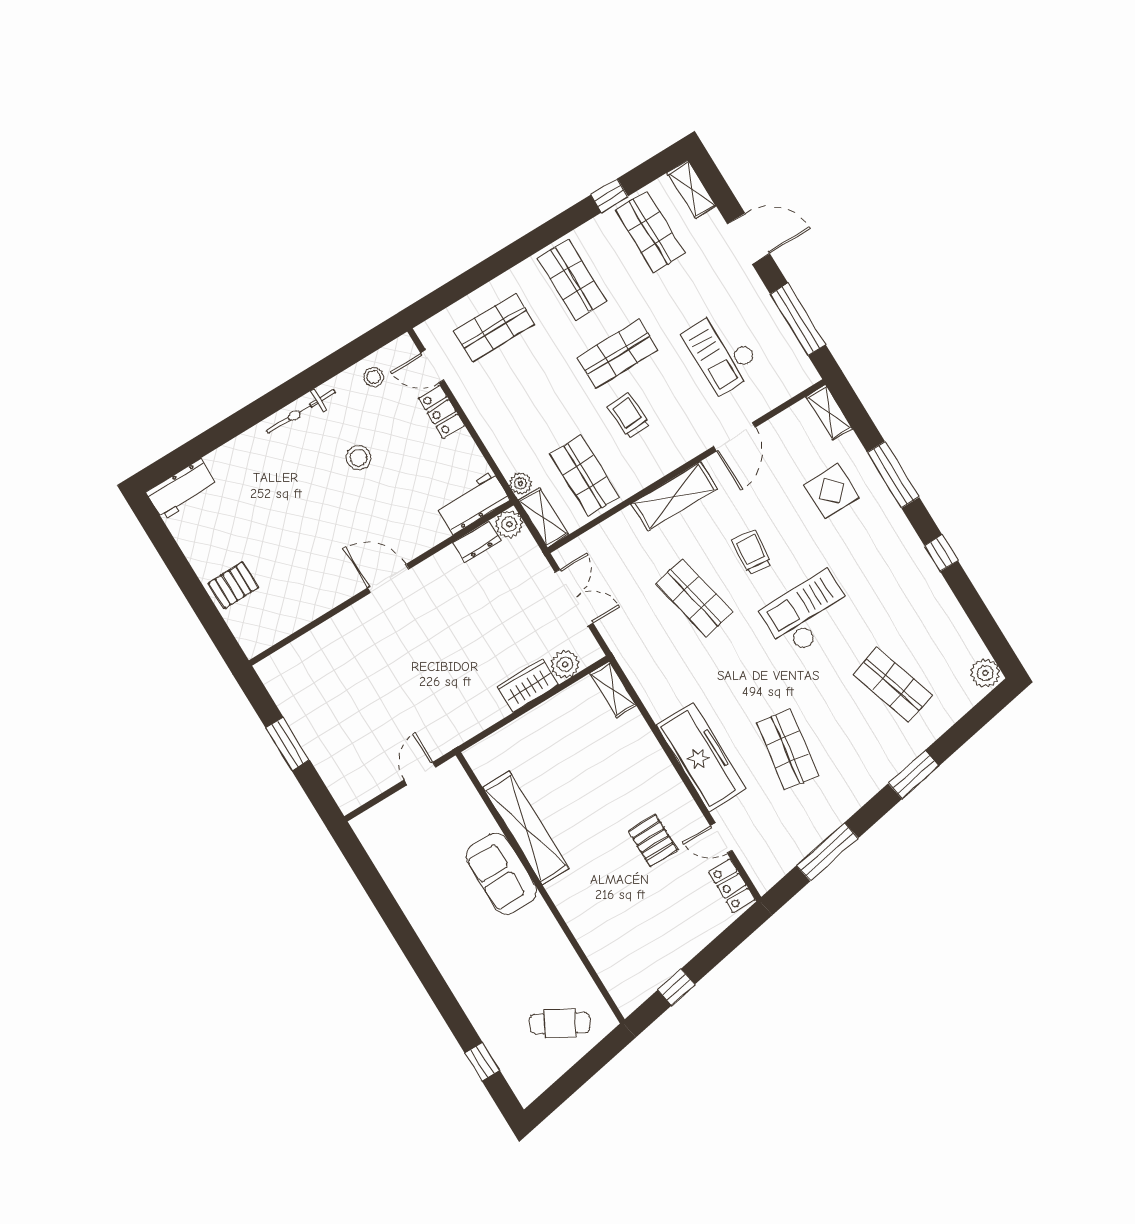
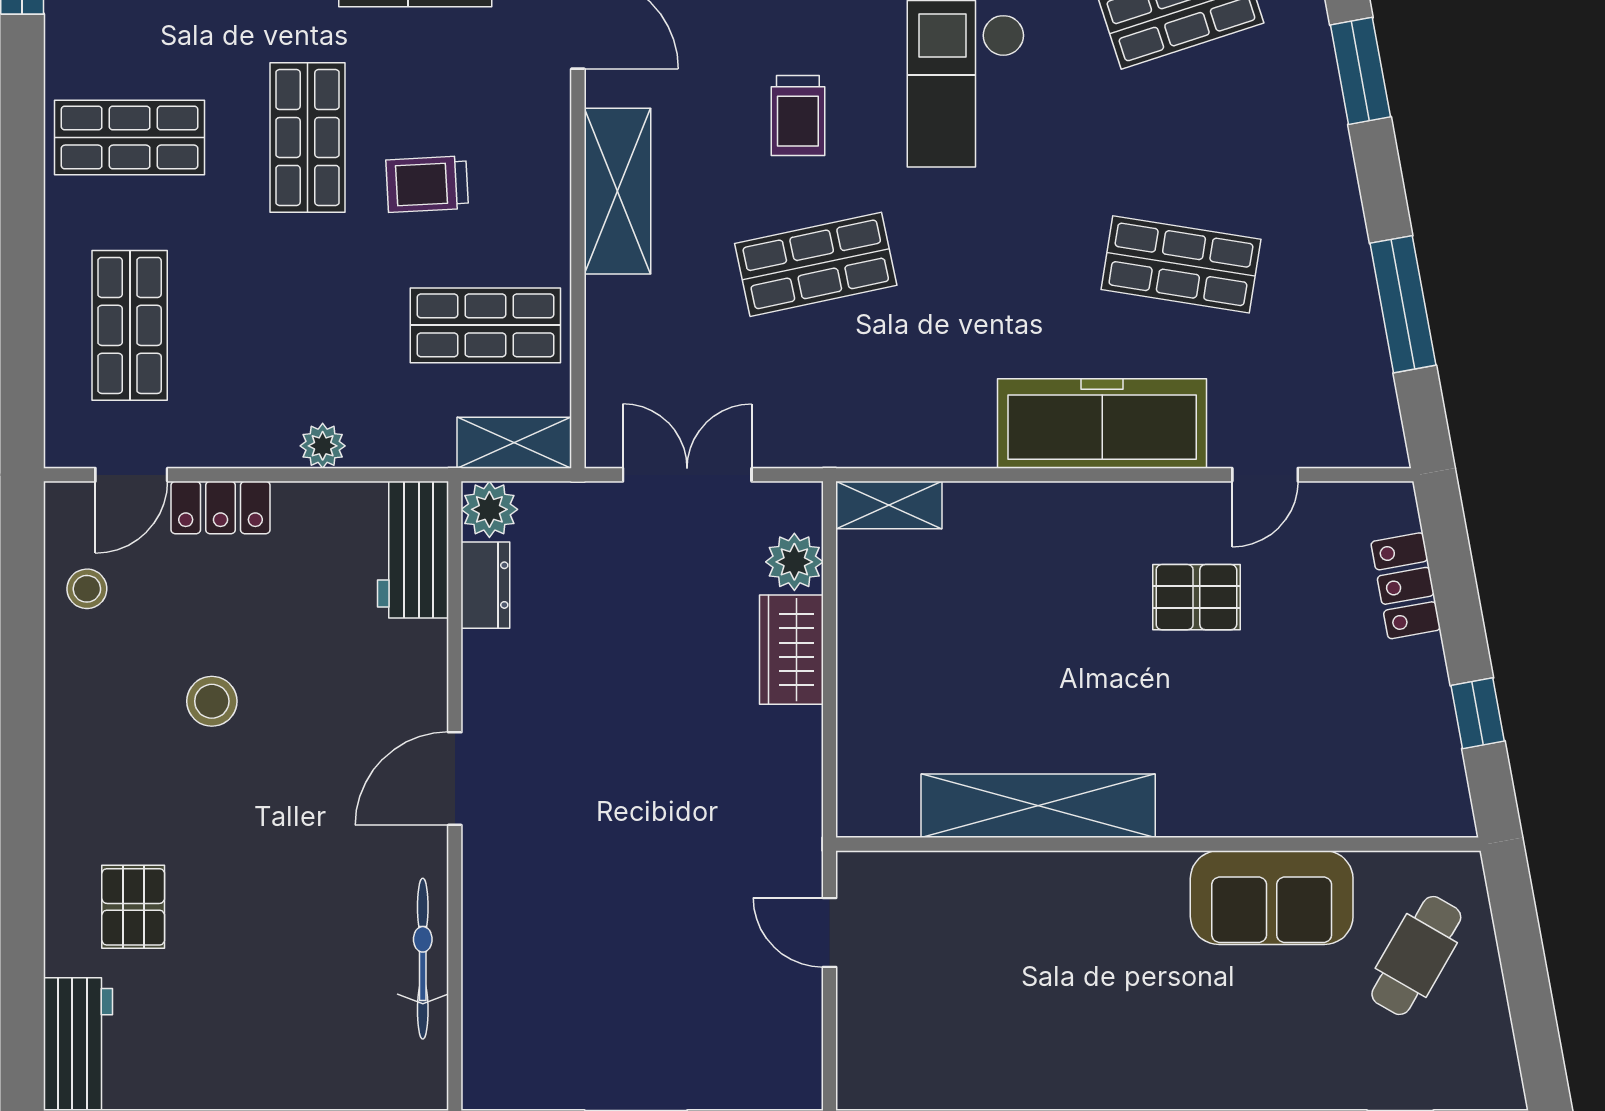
bicycle: (301, 411) -> (423, 959), moved, turned 180
plant: (521, 483) -> (323, 446), moved
trolley: (752, 552) -> (798, 116), turned -96
pallet: (233, 585) -> (133, 907), moved
sofa: (501, 874) -> (1272, 898), moved
locker: (732, 886) -> (1406, 586), moved, turned 80

